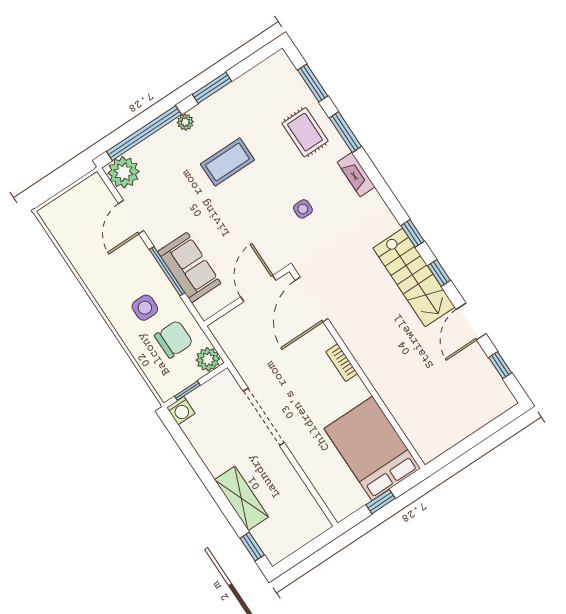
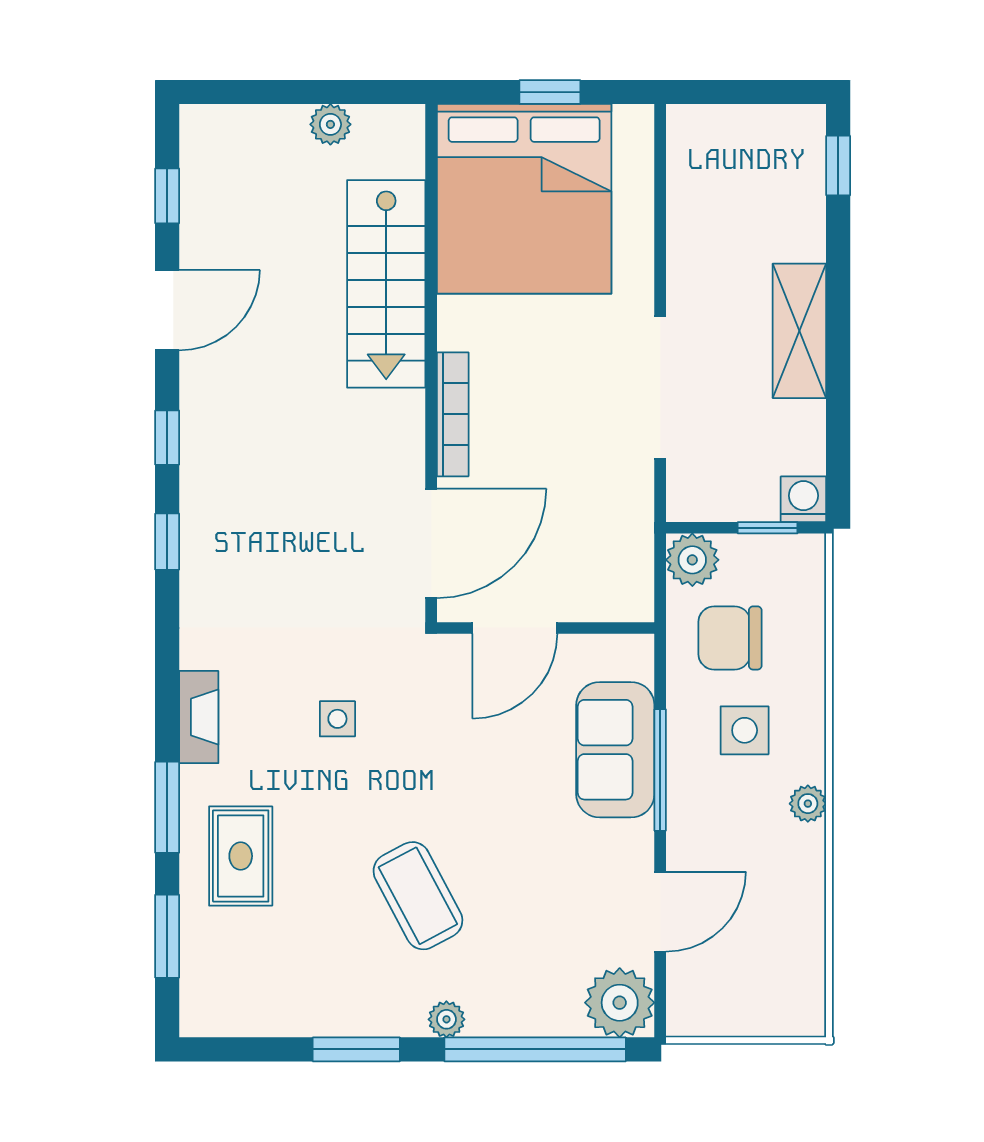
coffee table: (227, 162) -> (418, 896), turned 62
stairs: (414, 278) -> (386, 284), moved, turned 180
plant: (102, 296) -> (808, 804), added
bookcase: (342, 363) -> (453, 414), width x1.56
plant: (456, 434) -> (330, 124), added
bed: (372, 448) -> (524, 199), width x1.36
shelving: (241, 498) -> (799, 331), moved

